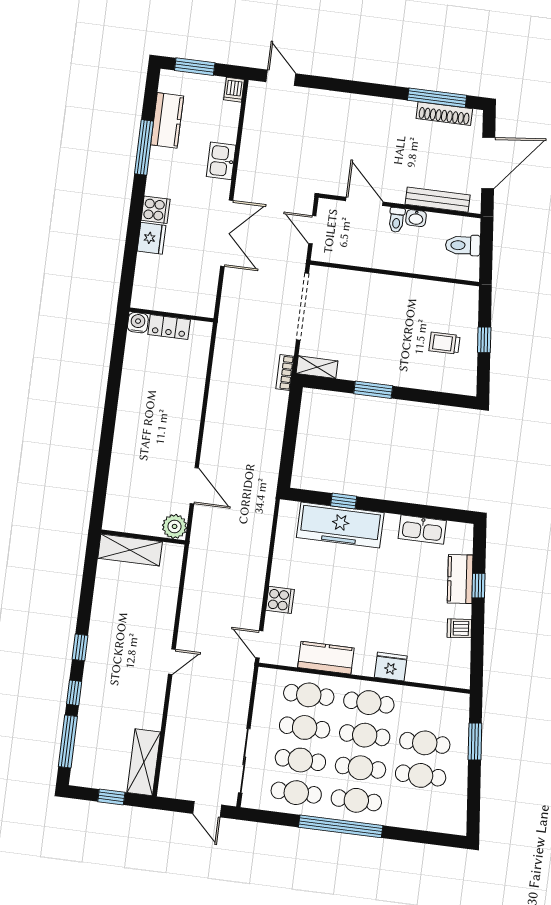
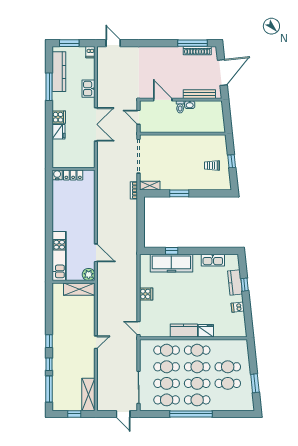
kitchen counter: (167, 120) -> (59, 72), width x1.50
toilet: (463, 245) -> (215, 115), removed
kitchen unit: (121, 483) -> (59, 256), added
shelving: (130, 550) -> (79, 289), moved
cooker: (280, 600) -> (146, 294), moved
kitchen counter: (326, 658) -> (184, 330), moved
window: (475, 741) -> (255, 383), moved

